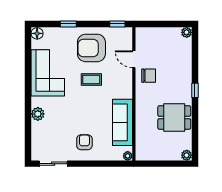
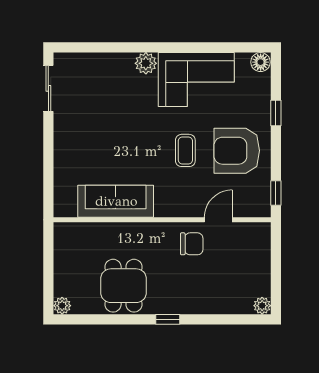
armchair: (91, 48) -> (237, 151), turned -90
chair: (149, 76) -> (192, 244), turned -90
plant: (38, 114) -> (146, 63), moved
armchair: (84, 142) -> (83, 139), removed
plant: (128, 156) -> (61, 210), removed

